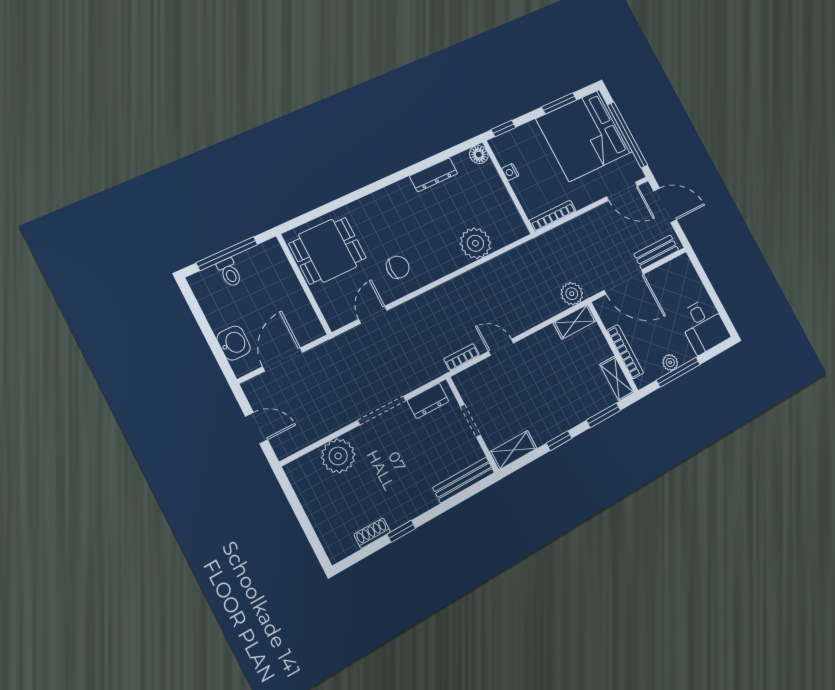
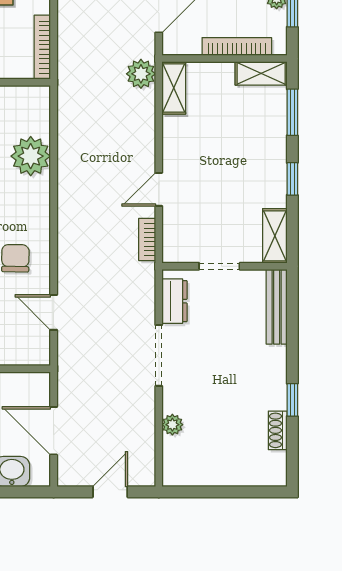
plant: (338, 456) -> (172, 425), width x0.53, depth x0.53

